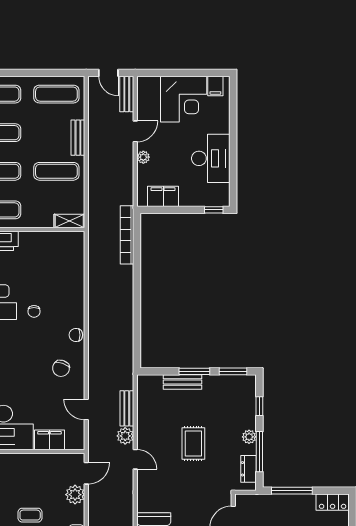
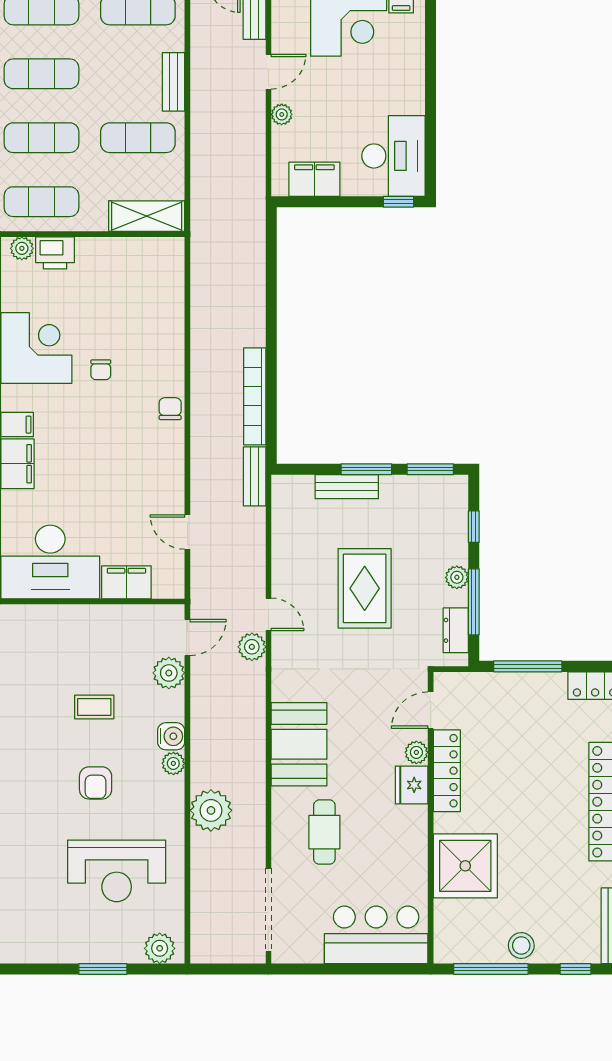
desk: (211, 158) -> (393, 156), moved
shelving: (69, 221) -> (147, 216), width x1.50, depth x1.33
bookcase: (127, 235) -> (255, 396), moved
chair: (76, 335) -> (170, 409), turned 90
chair: (61, 368) -> (145, 464), removed
bench: (127, 408) -> (255, 476), moved
plant: (125, 436) -> (252, 647), moved
rug: (193, 443) -> (365, 588), width x1.36, depth x1.43

